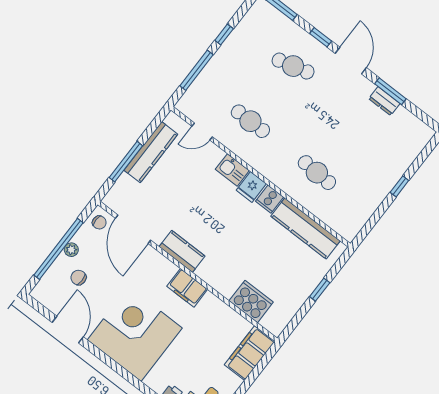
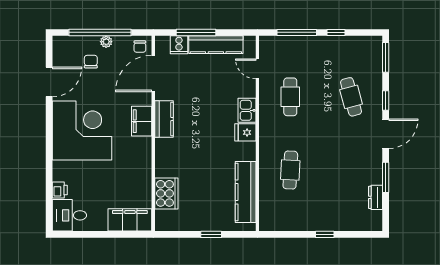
dresser: (384, 101) -> (375, 197), moved
cooker: (270, 199) -> (179, 45), moved, turned -90
filing cabinet: (187, 288) -> (142, 121), moved

